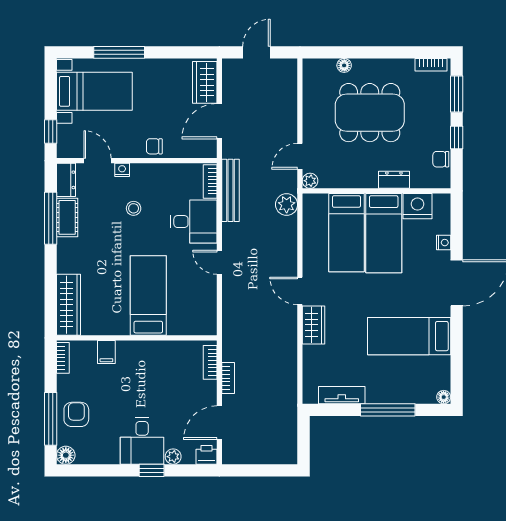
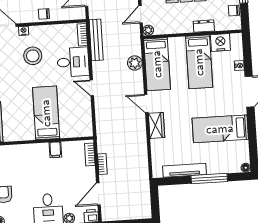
plant: (287, 205) -> (135, 63), moved
stool: (134, 208) -> (33, 56), width x1.89, depth x1.89
bed: (346, 233) -> (157, 64), moved
filing cabinet: (106, 352) -> (55, 150), moved
tv unit: (342, 395) -> (184, 170), width x1.41

